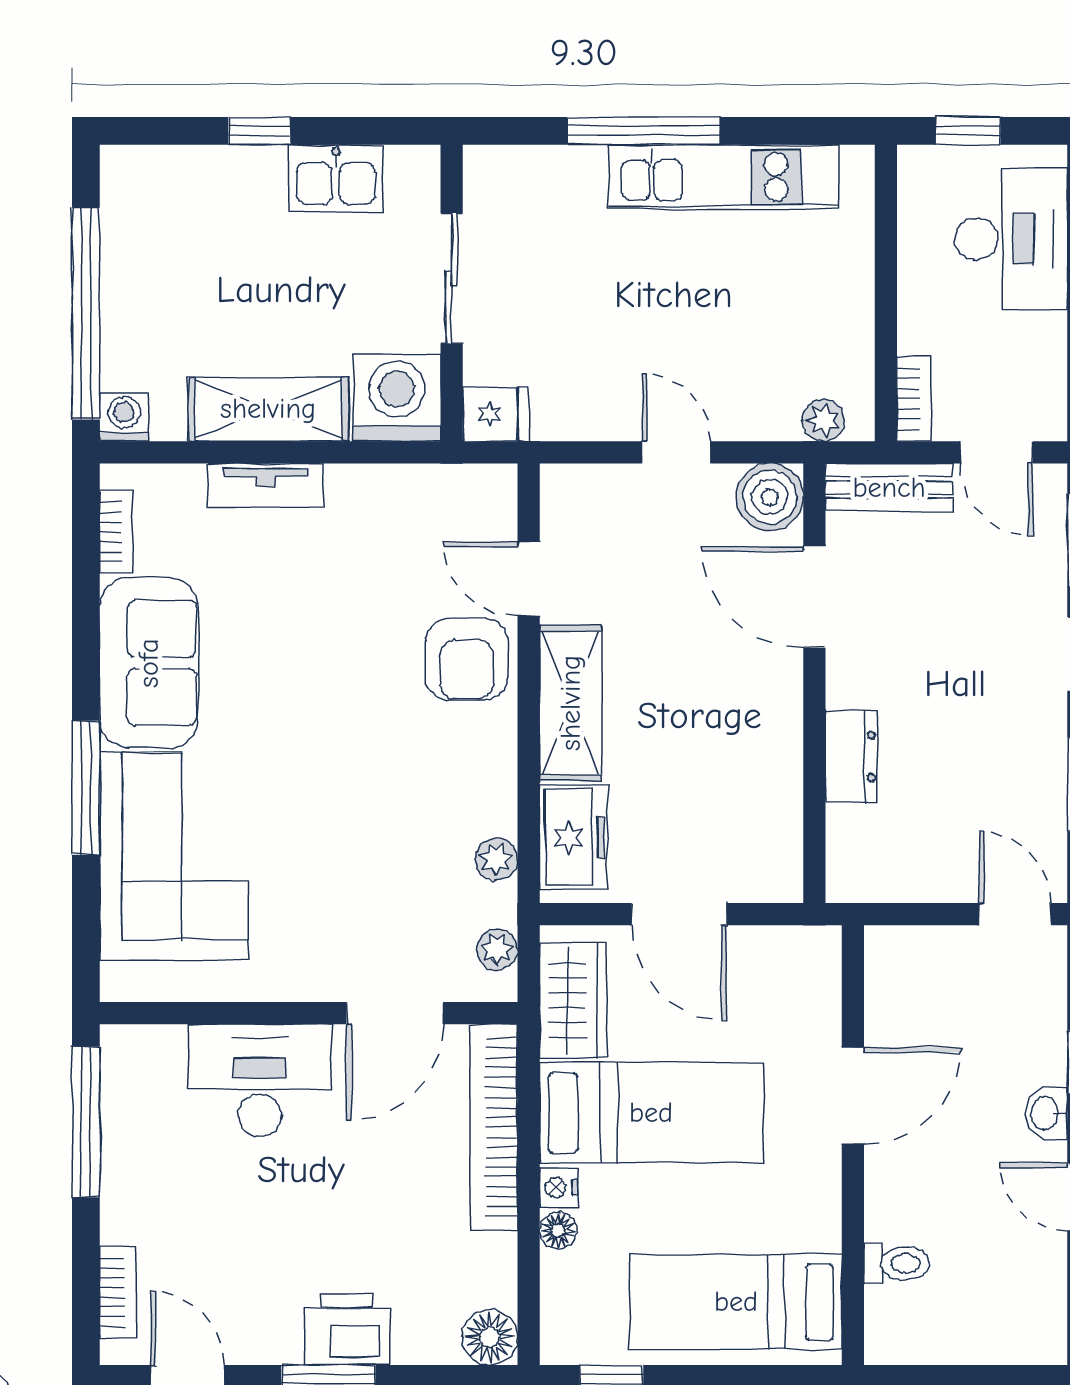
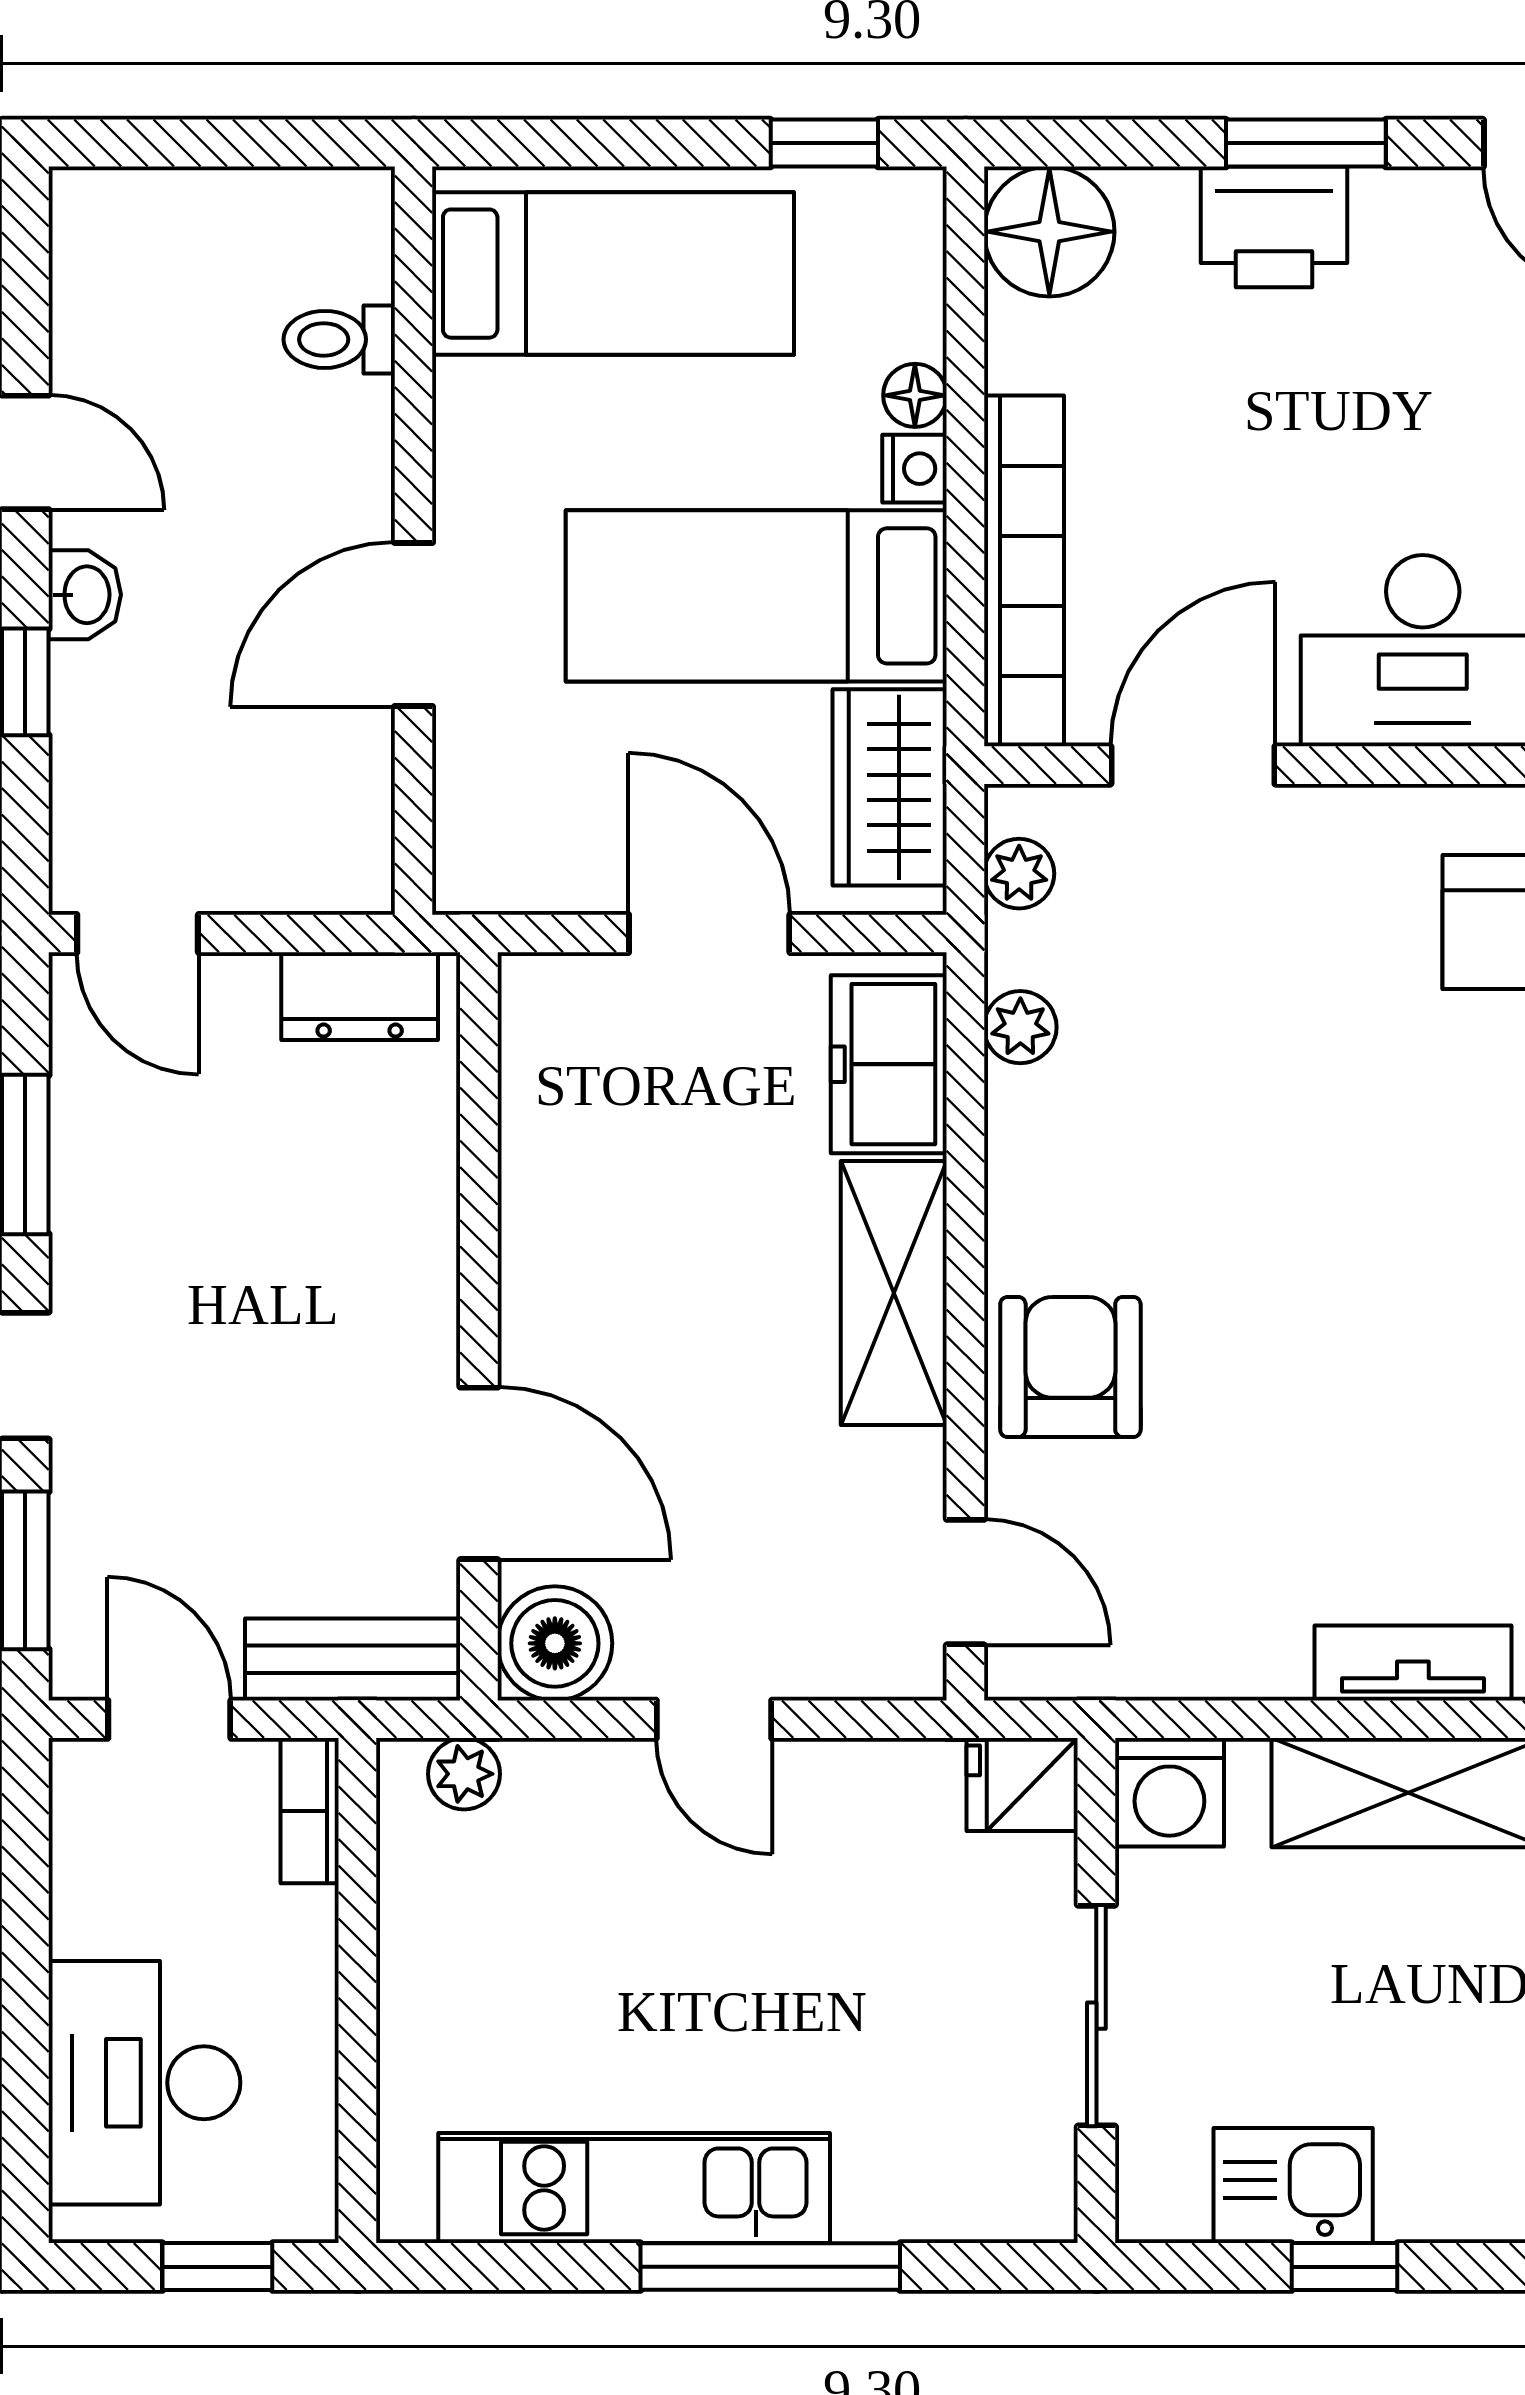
window: (259, 131) -> (1344, 2267), moved
washing machine: (397, 398) -> (1169, 1792), width x0.73, depth x0.73
door: (529, 579) -> (965, 1582), moved
dresser: (851, 757) -> (360, 996), moved, turned -90
floor lamp: (490, 1337) -> (1049, 232), width x1.38, depth x1.38

